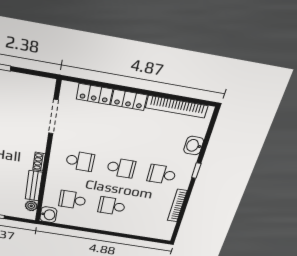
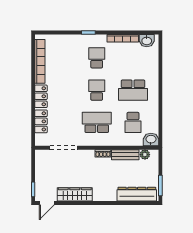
washbasin: (194, 146) -> (147, 41), moved
school desk: (80, 161) -> (97, 122), width x1.85
school desk: (162, 174) -> (97, 58), turned 180
school desk: (112, 206) -> (133, 90), width x1.85

